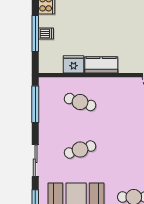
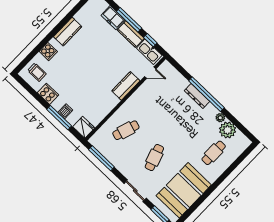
fridge: (74, 64) -> (84, 127), moved, turned 90
kitchen counter: (101, 65) -> (126, 86), moved

